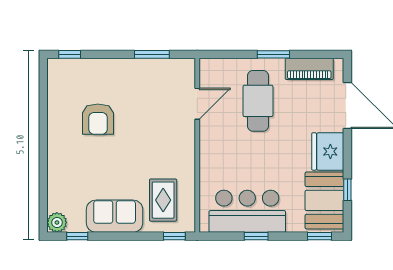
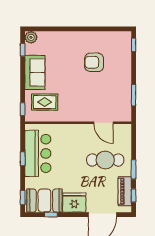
window: (316, 54) -> (134, 196), added

